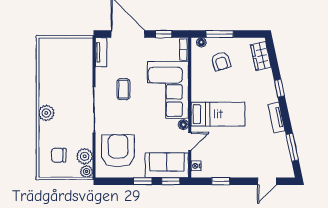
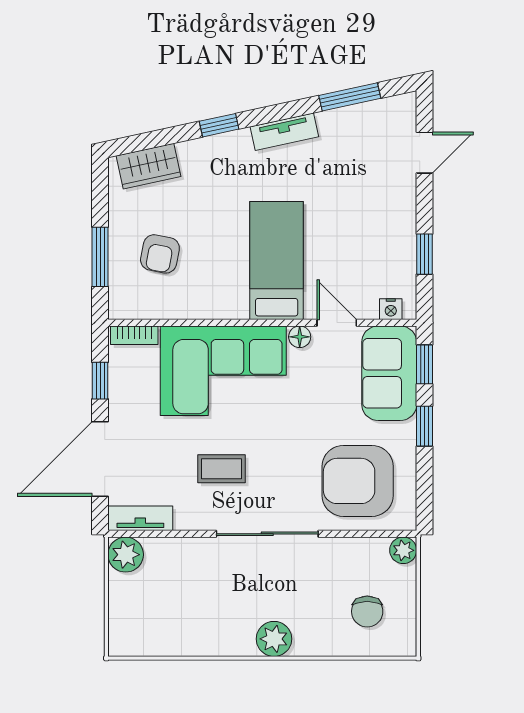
floor lamp: (201, 42) -> (118, 297), removed
armchair: (221, 61) -> (160, 254), turned 118
plant: (85, 156) -> (126, 555), moved
door: (267, 181) -> (424, 153), hinge flipped

